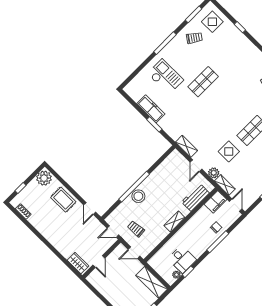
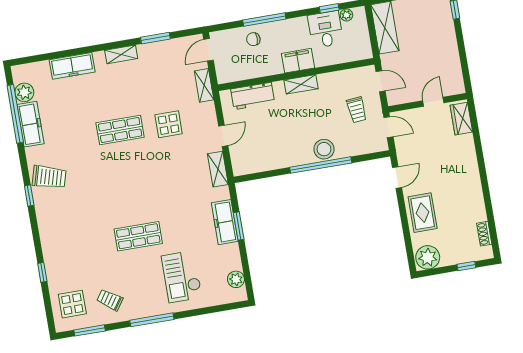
freezer: (151, 109) -> (225, 222), moved
plant: (214, 173) -> (236, 279), moved
filing cabinet: (216, 202) -> (298, 61), moved

